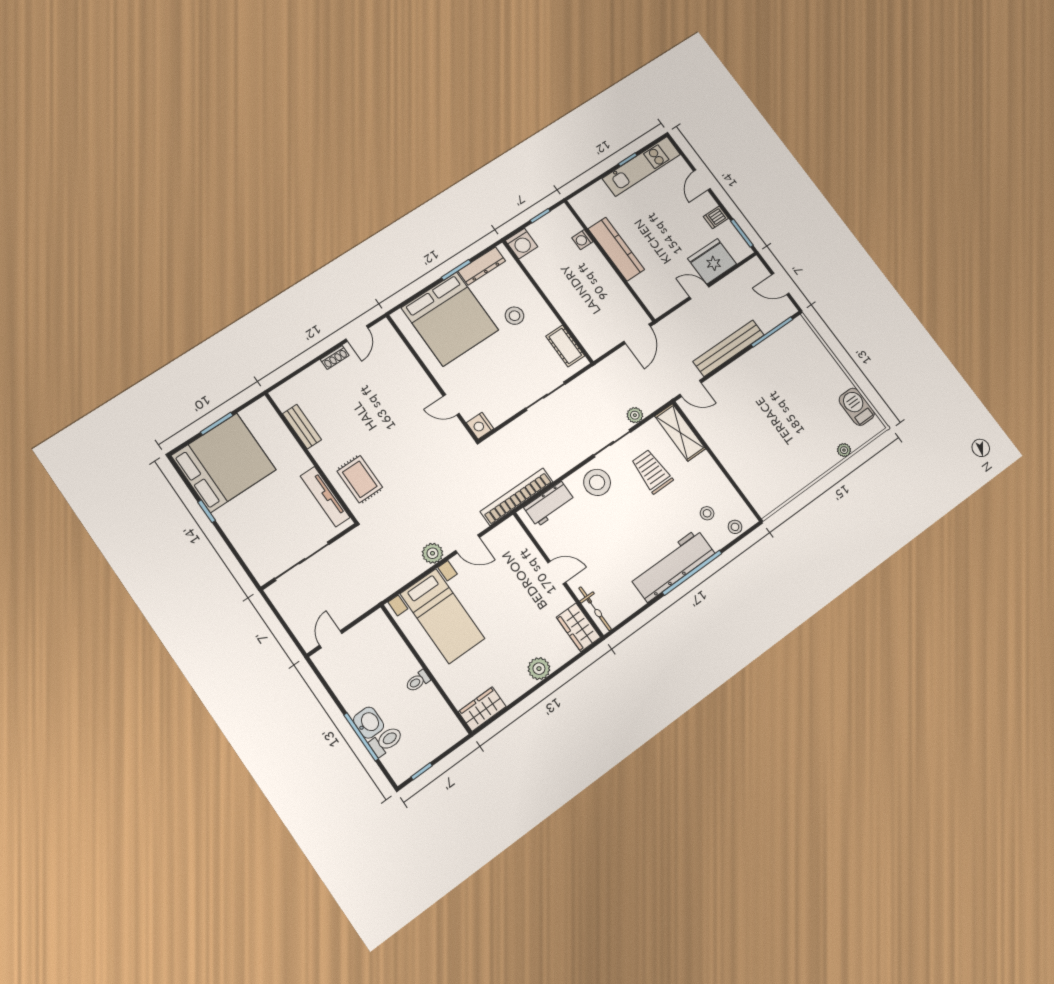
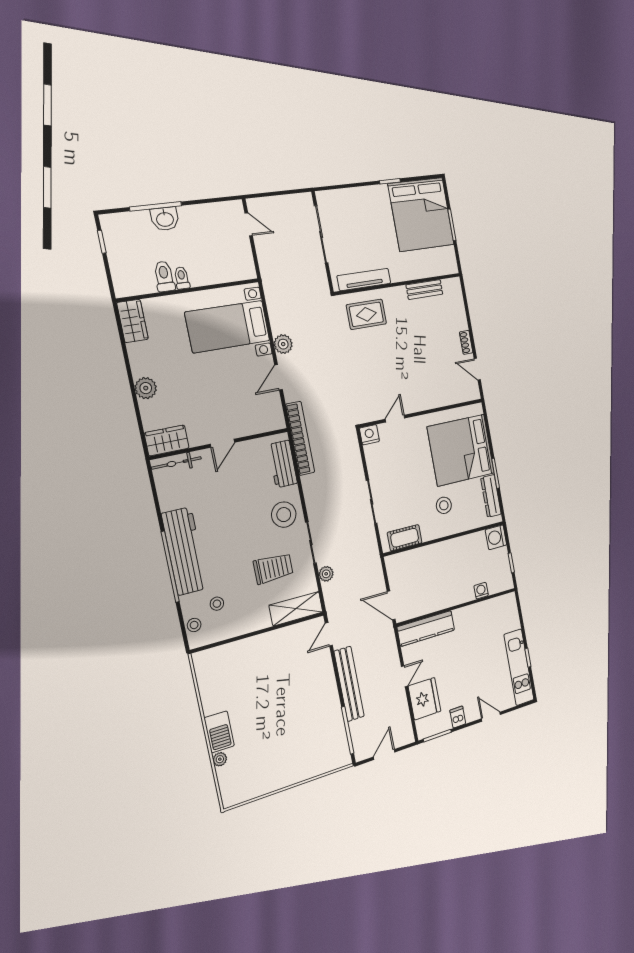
kitchen counter: (616, 249) -> (426, 628), moved
barbecue: (857, 407) -> (219, 732), moved, turned 90
toilet: (386, 741) -> (164, 276), moved, turned 180

